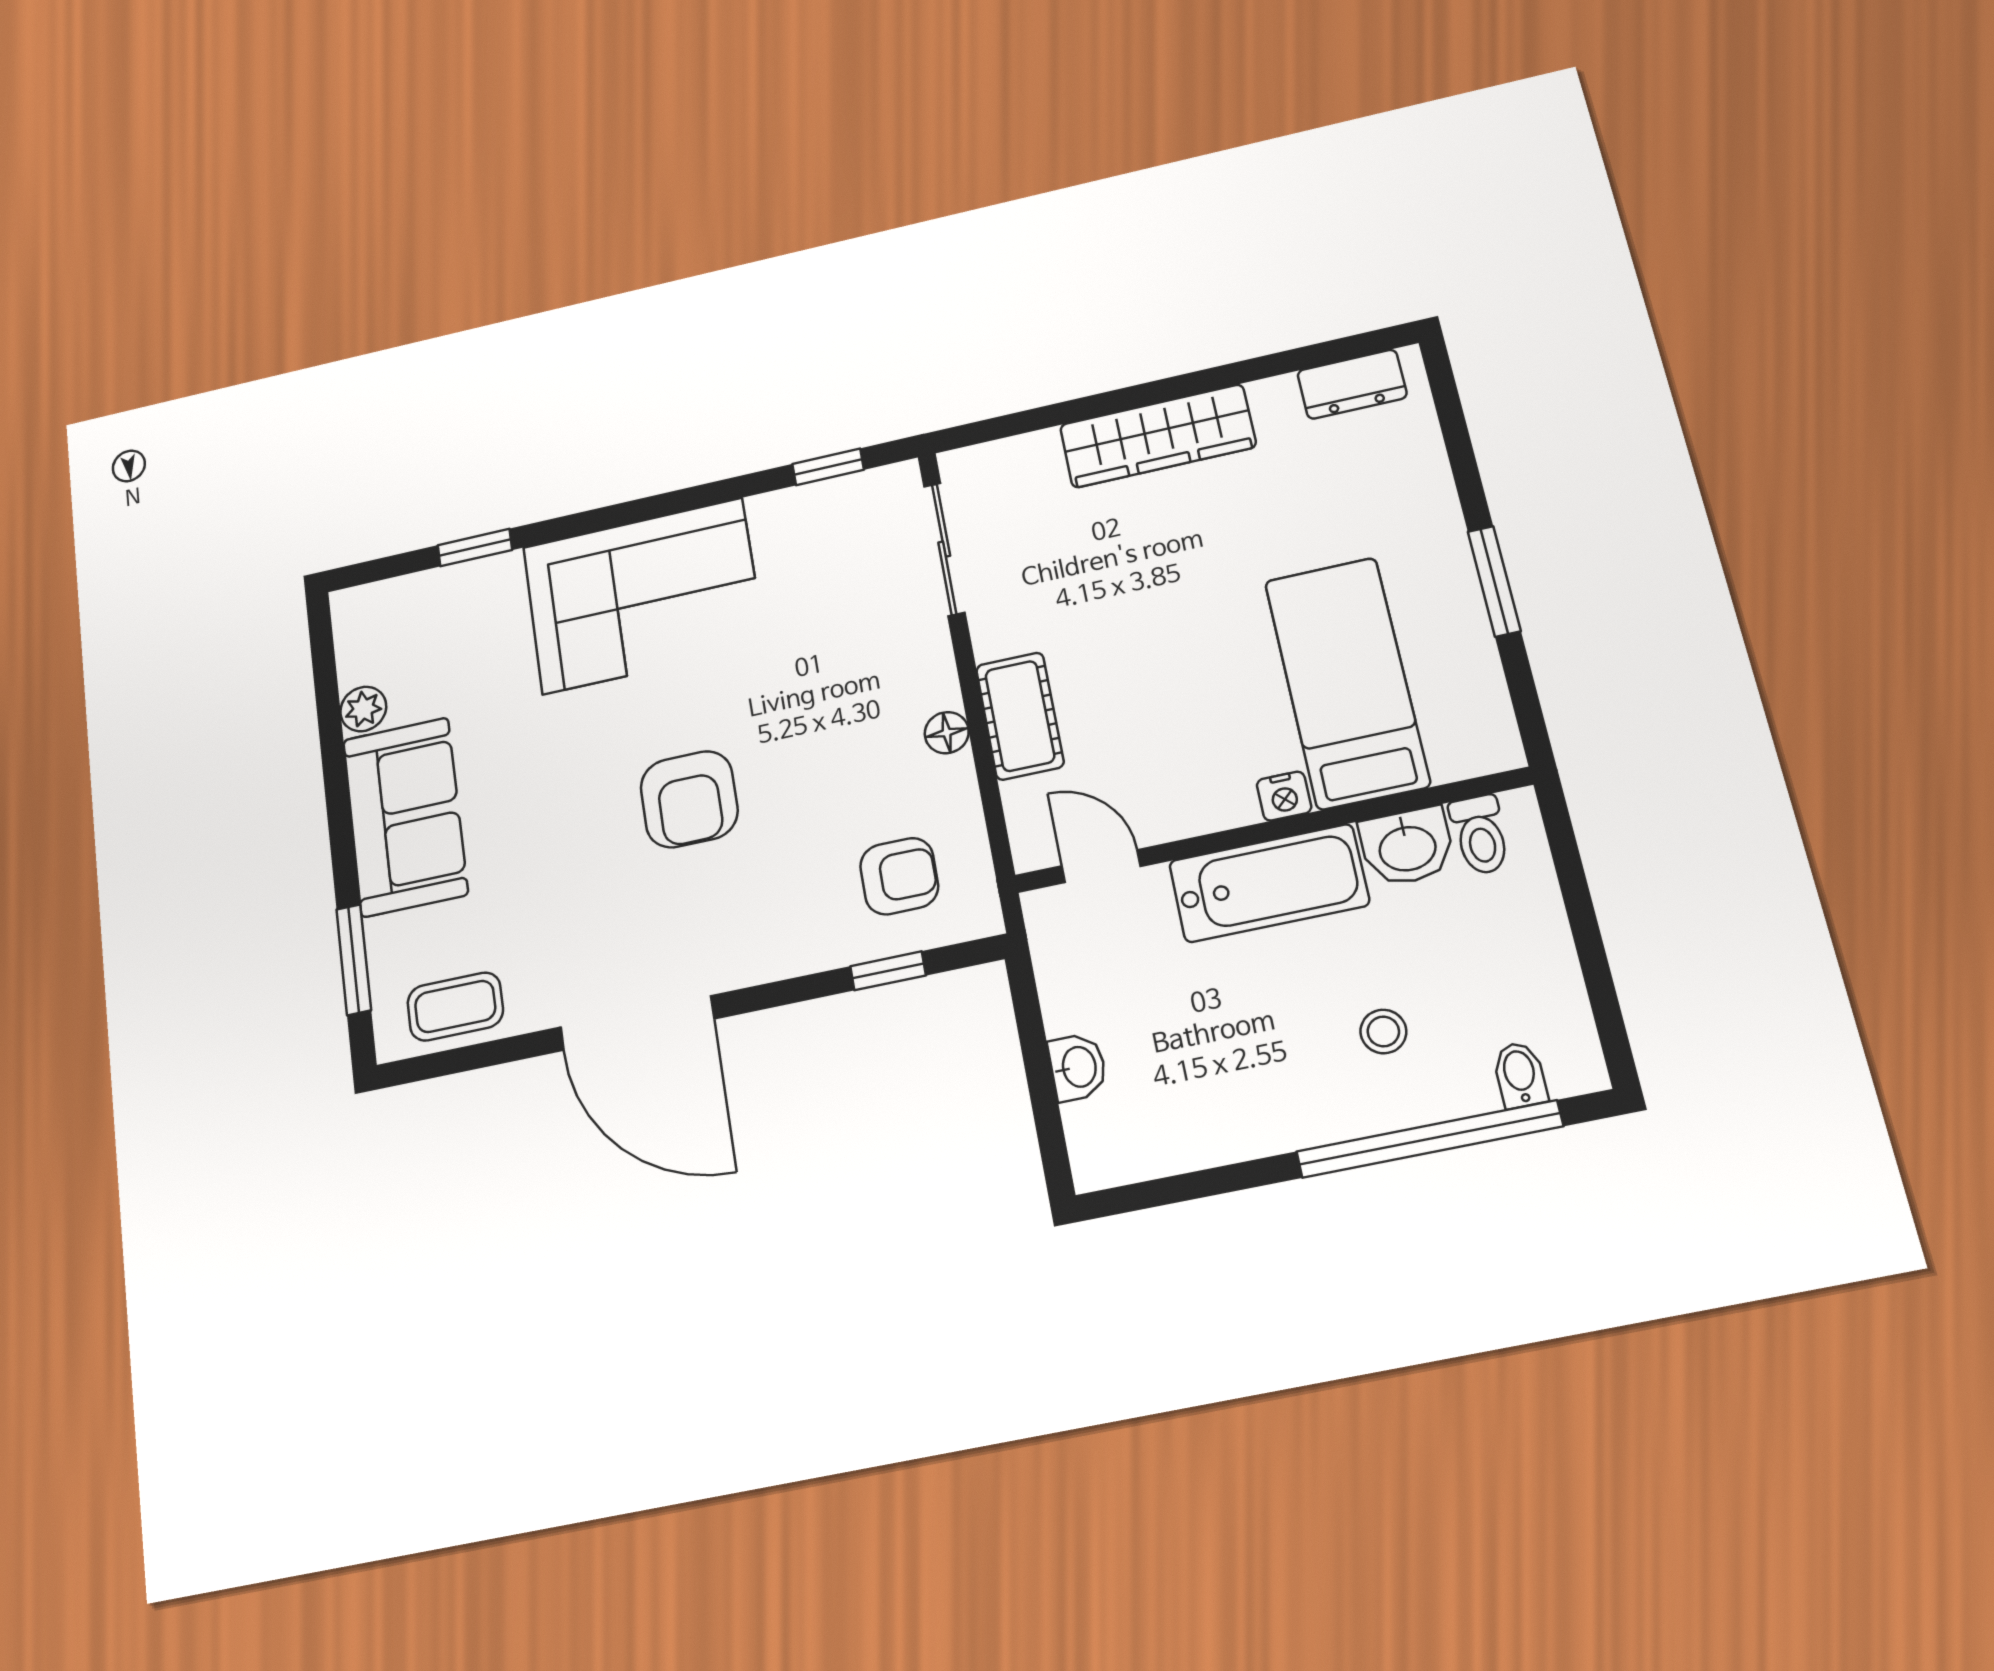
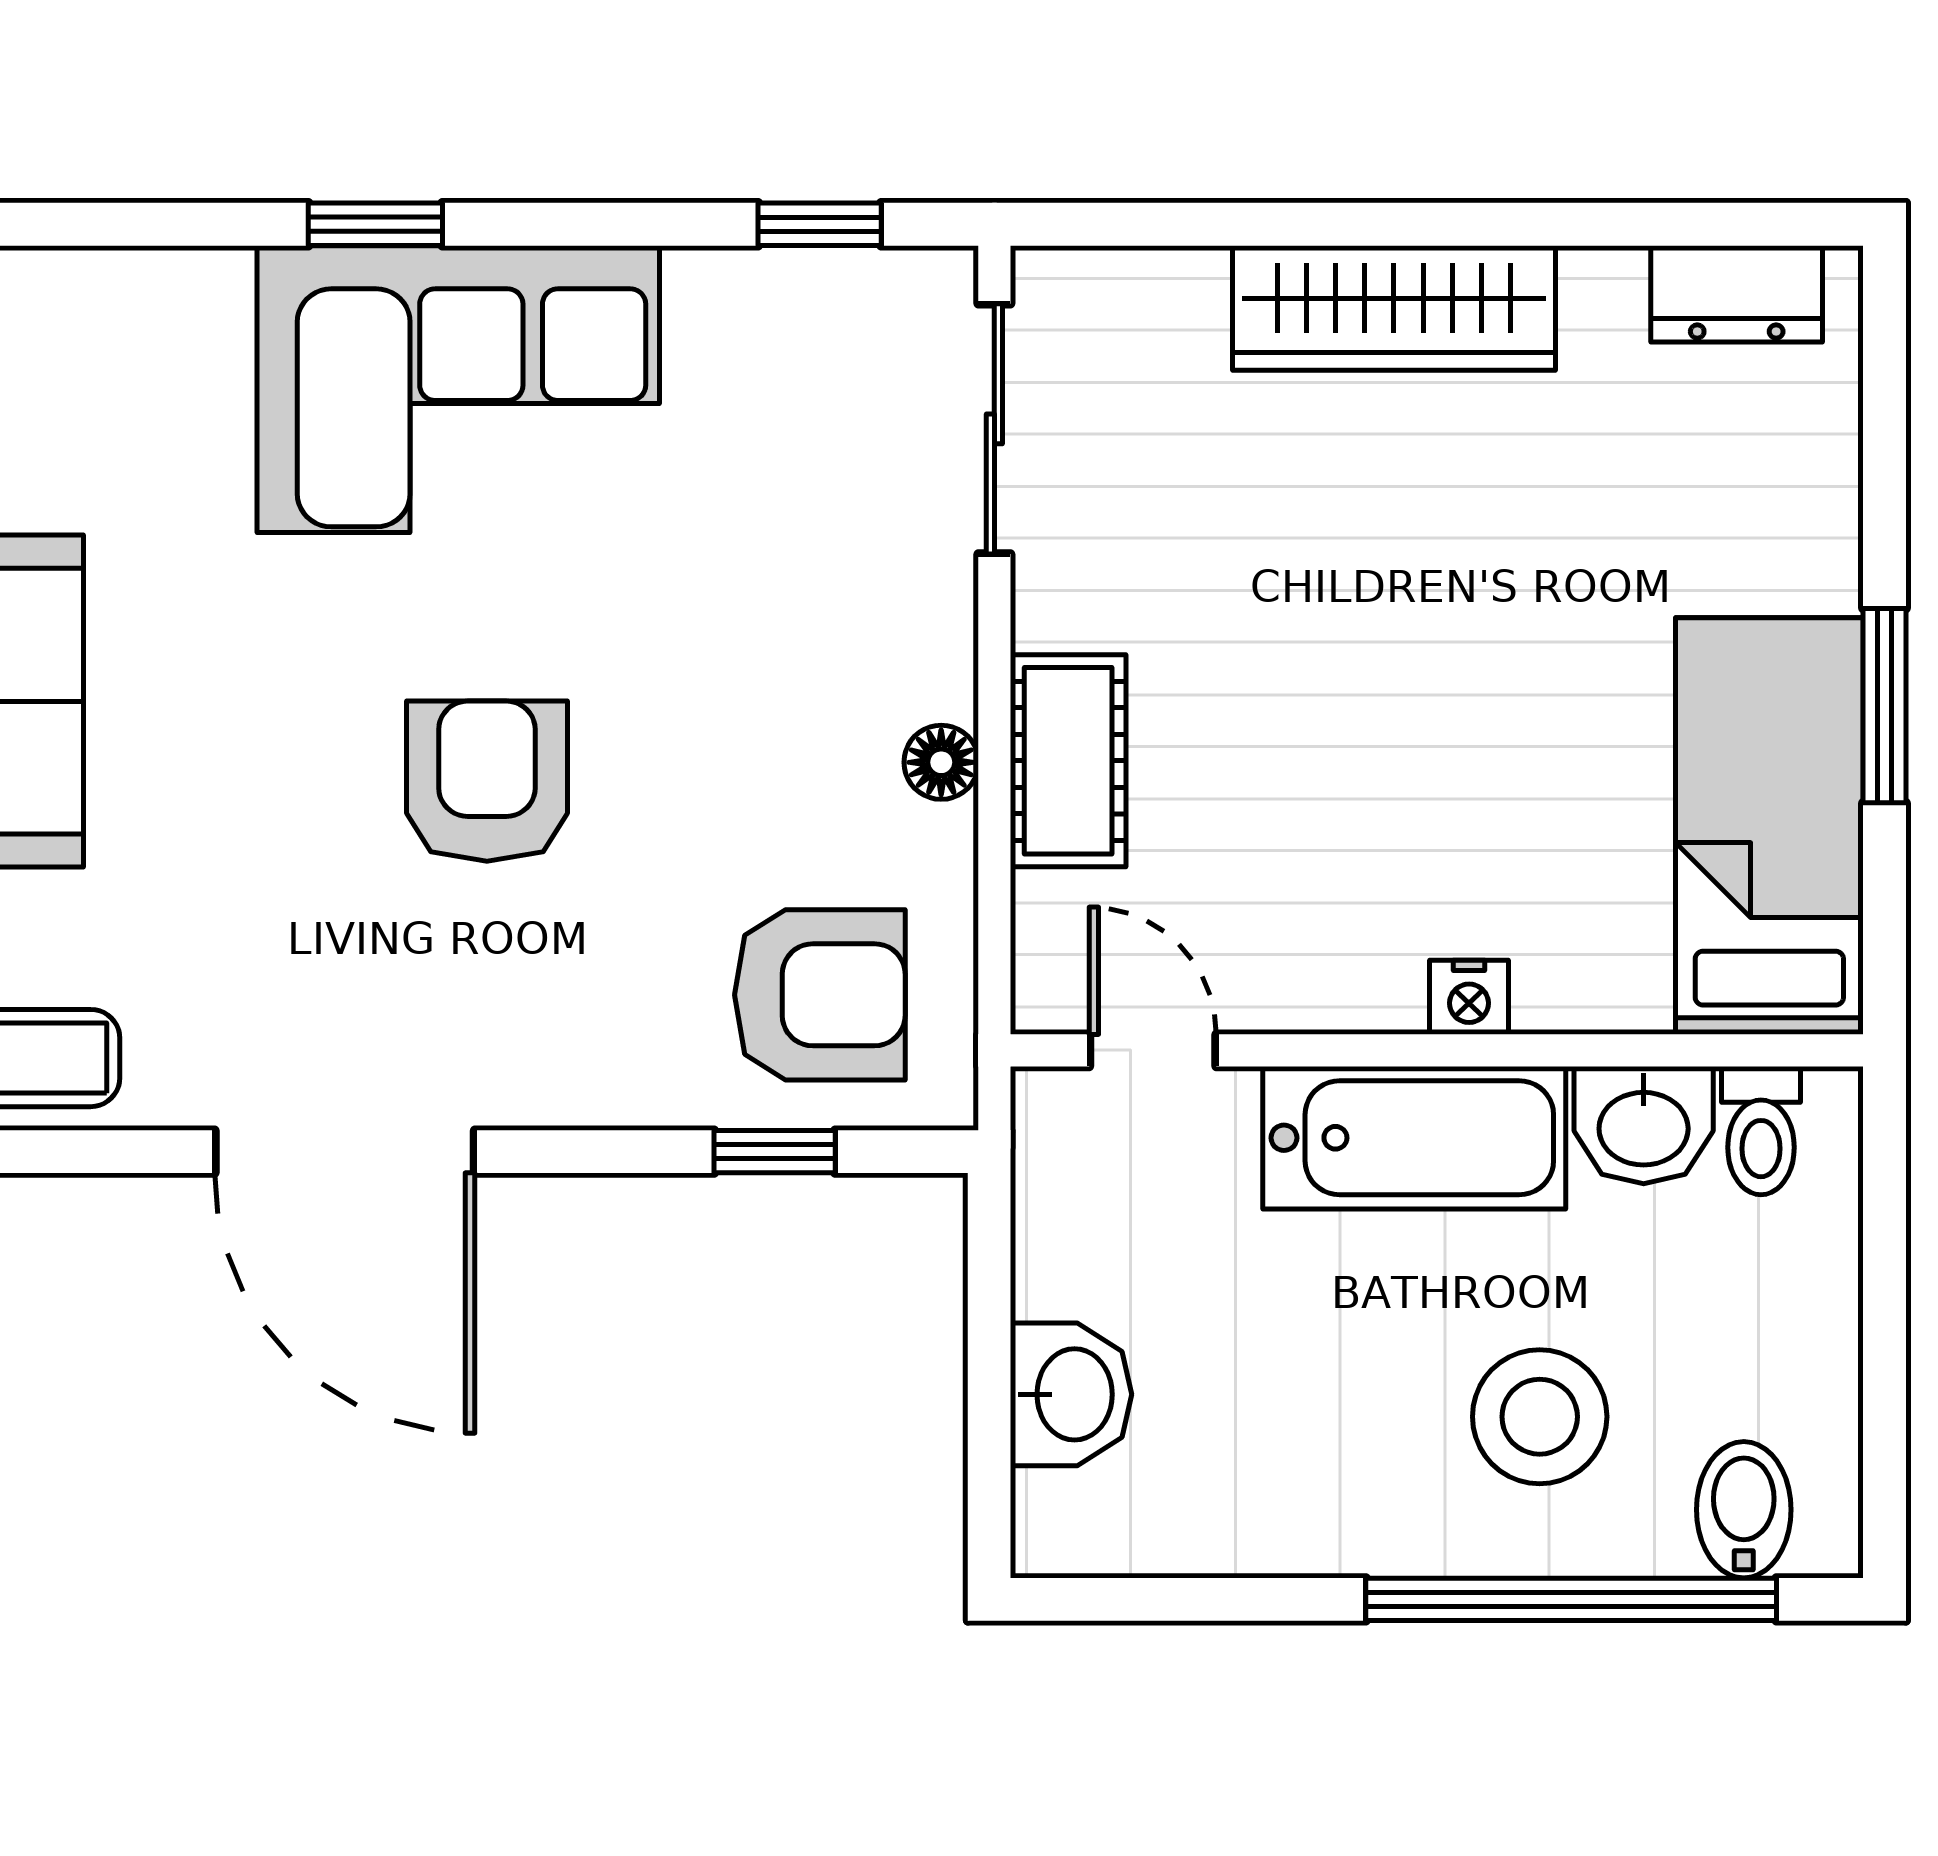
window: (475, 548) -> (375, 224), moved
bed: (1347, 682) -> (1769, 826), moved
armchair: (689, 799) -> (487, 781), turned 180
armchair: (899, 876) -> (820, 995), width x1.38, depth x1.38
stool: (1383, 1031) -> (1540, 1417), width x1.89, depth x1.89
washbasin: (1078, 1067) -> (1071, 1394), width x1.38, depth x1.45
bidet: (1520, 1075) -> (1744, 1510), width x1.38, depth x1.36

